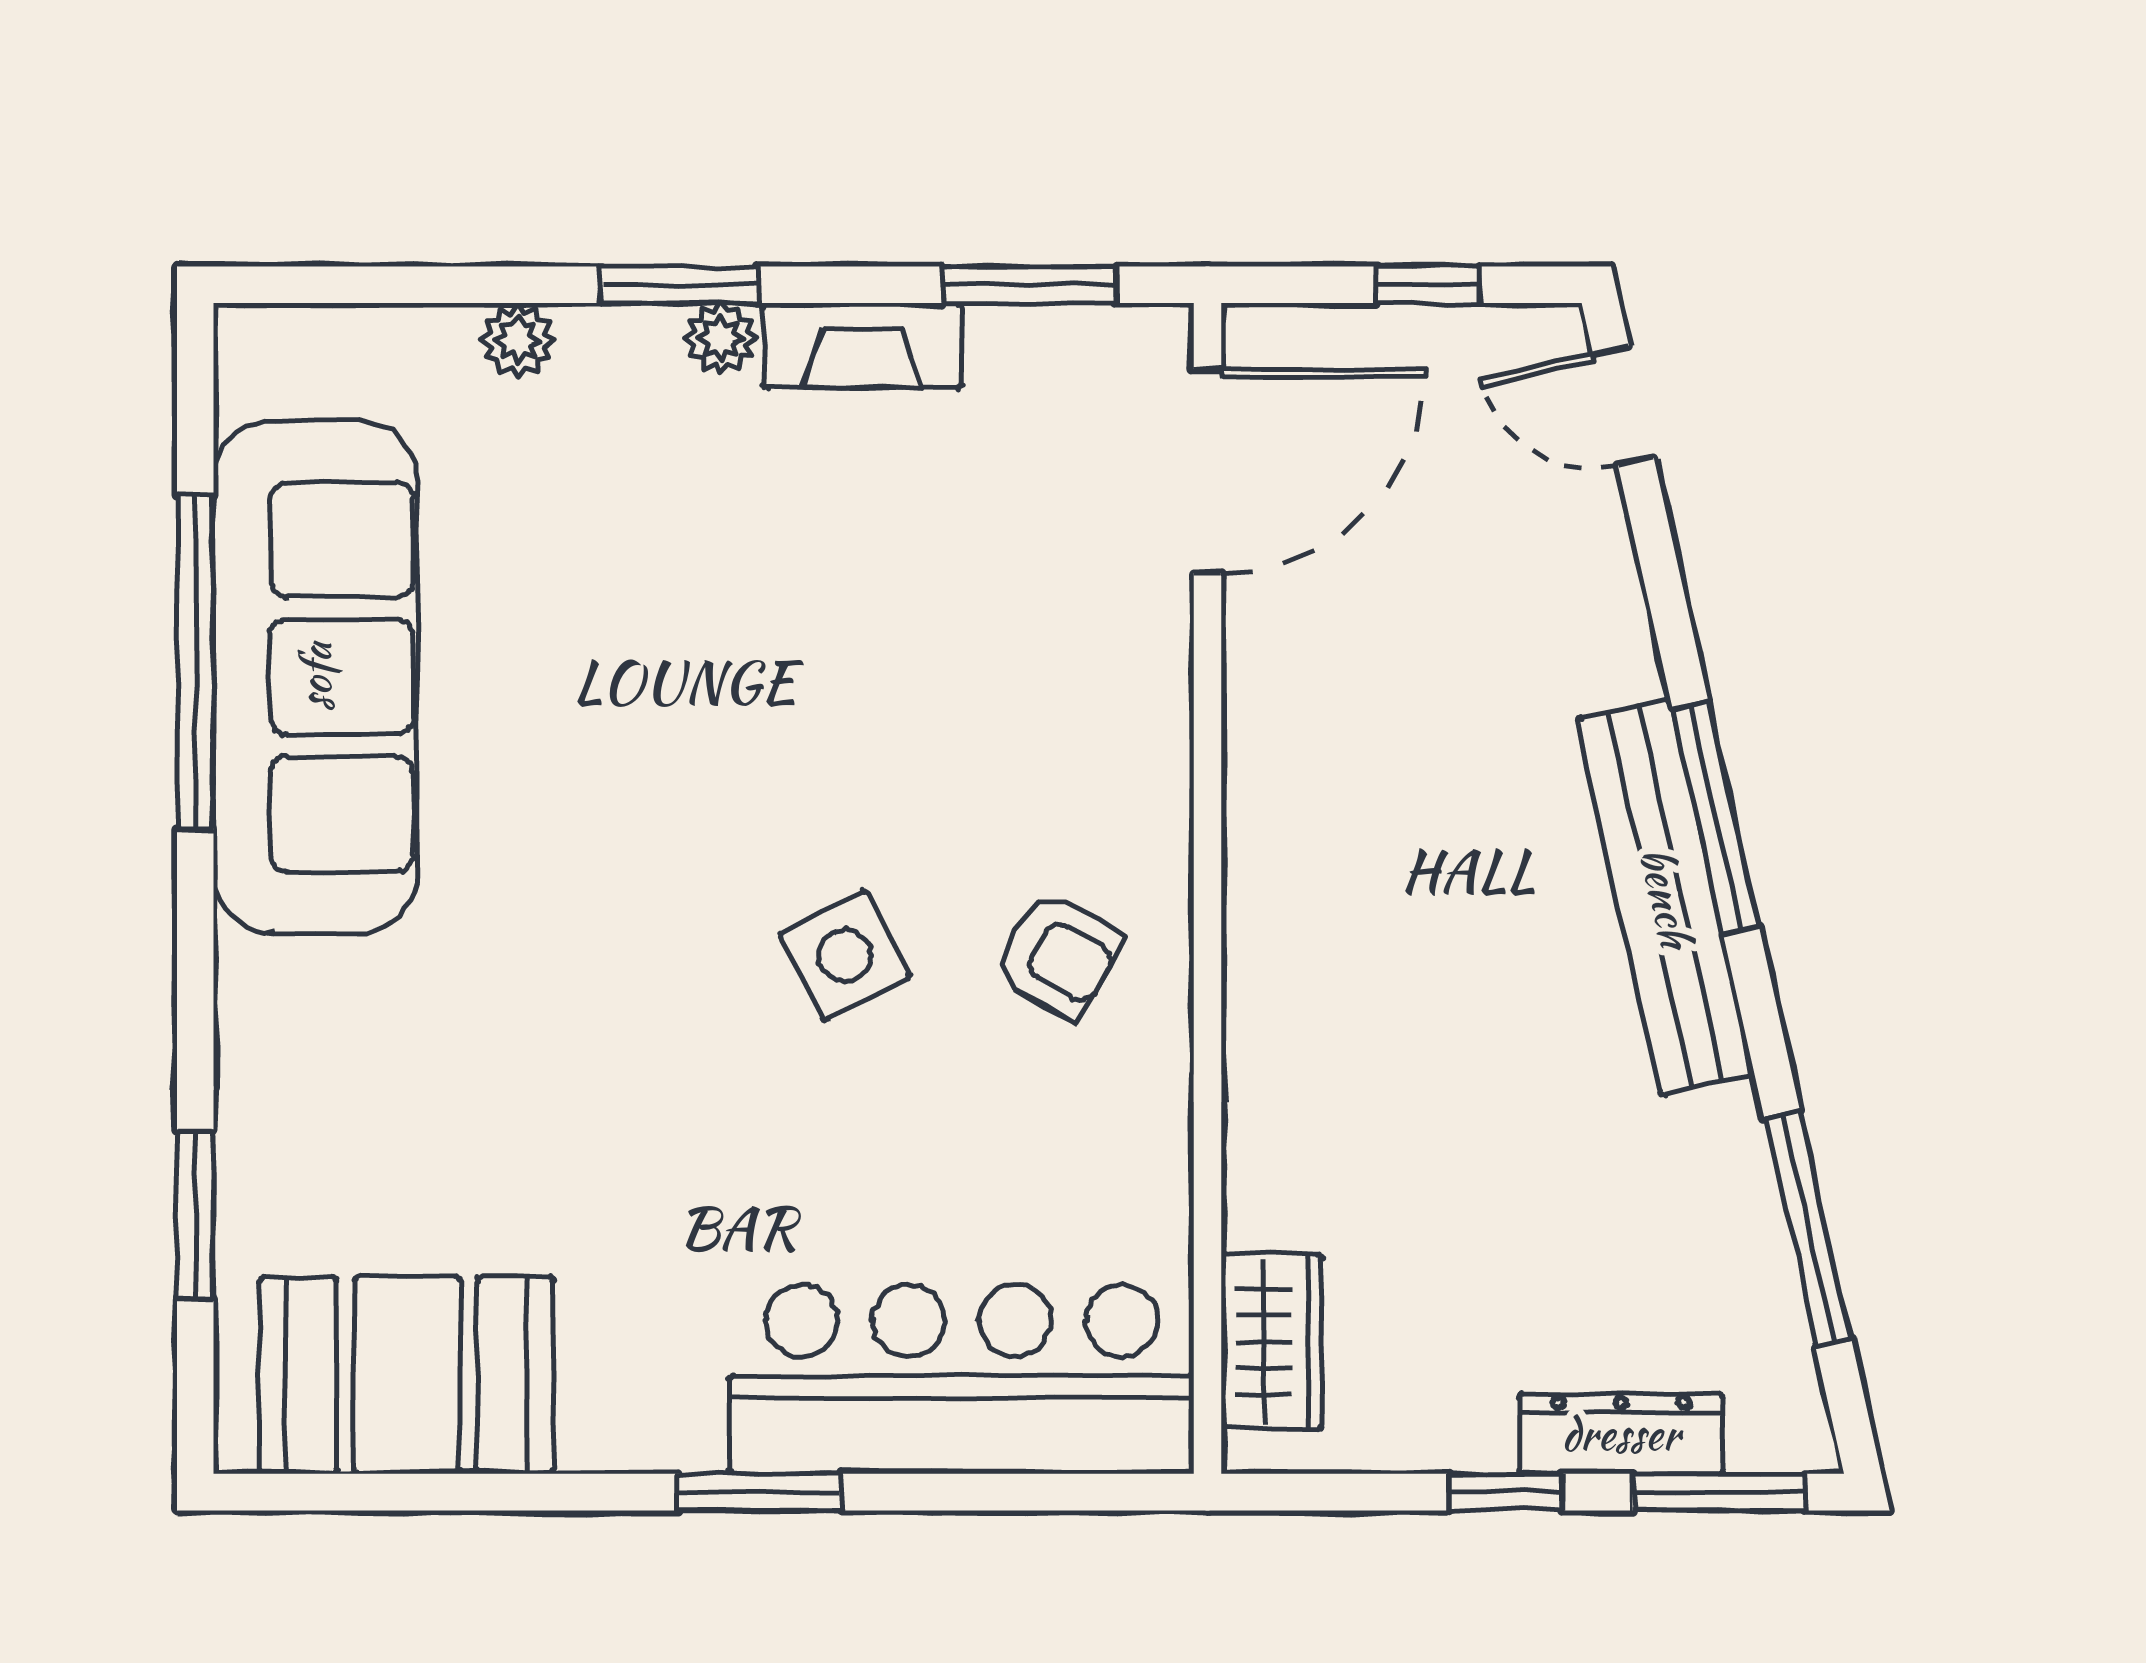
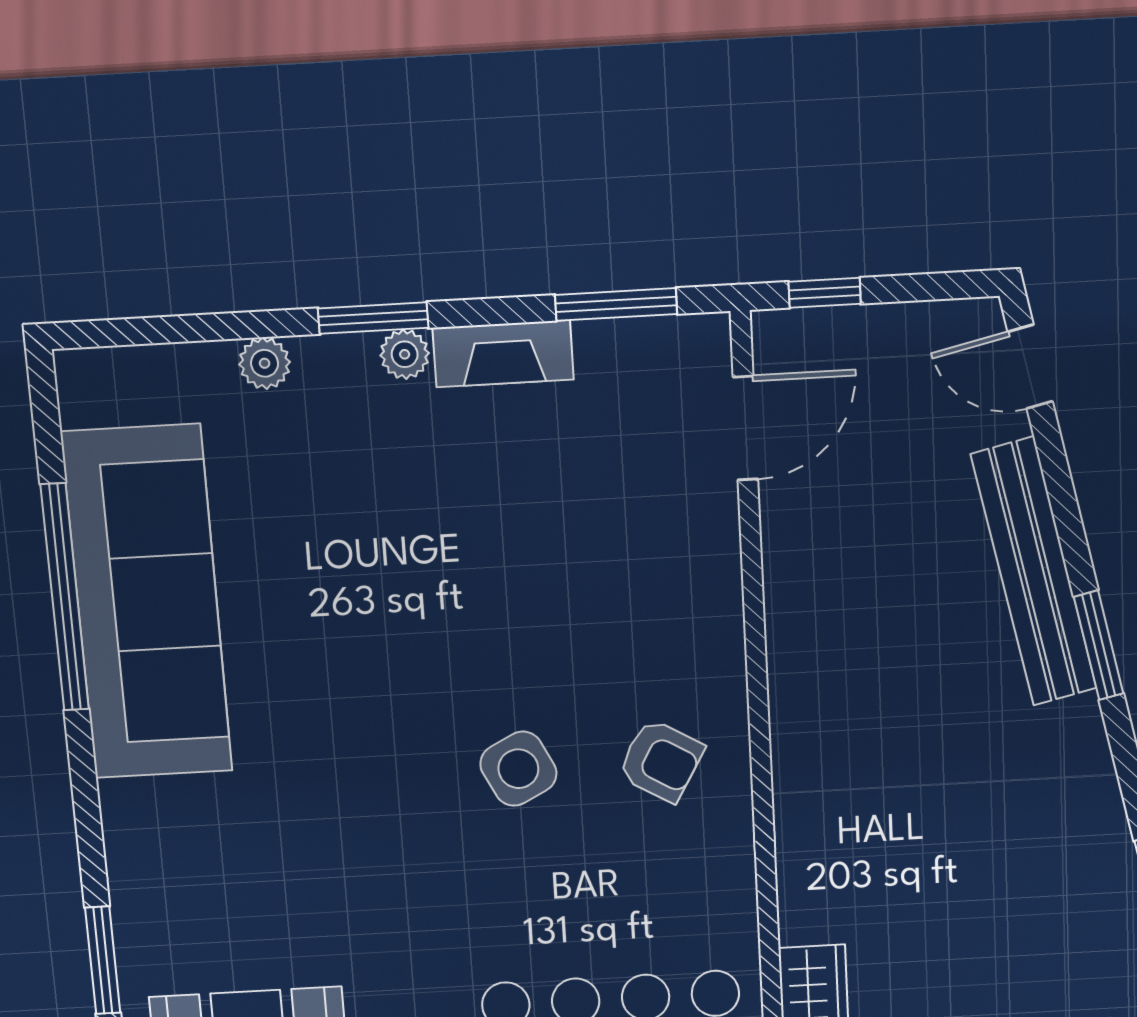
window: (1428, 285) -> (825, 293), moved
door: (1207, 471) -> (745, 428), width x0.73
window: (1716, 818) -> (1099, 645), width x0.69
bench: (1666, 897) -> (1034, 572), moved

